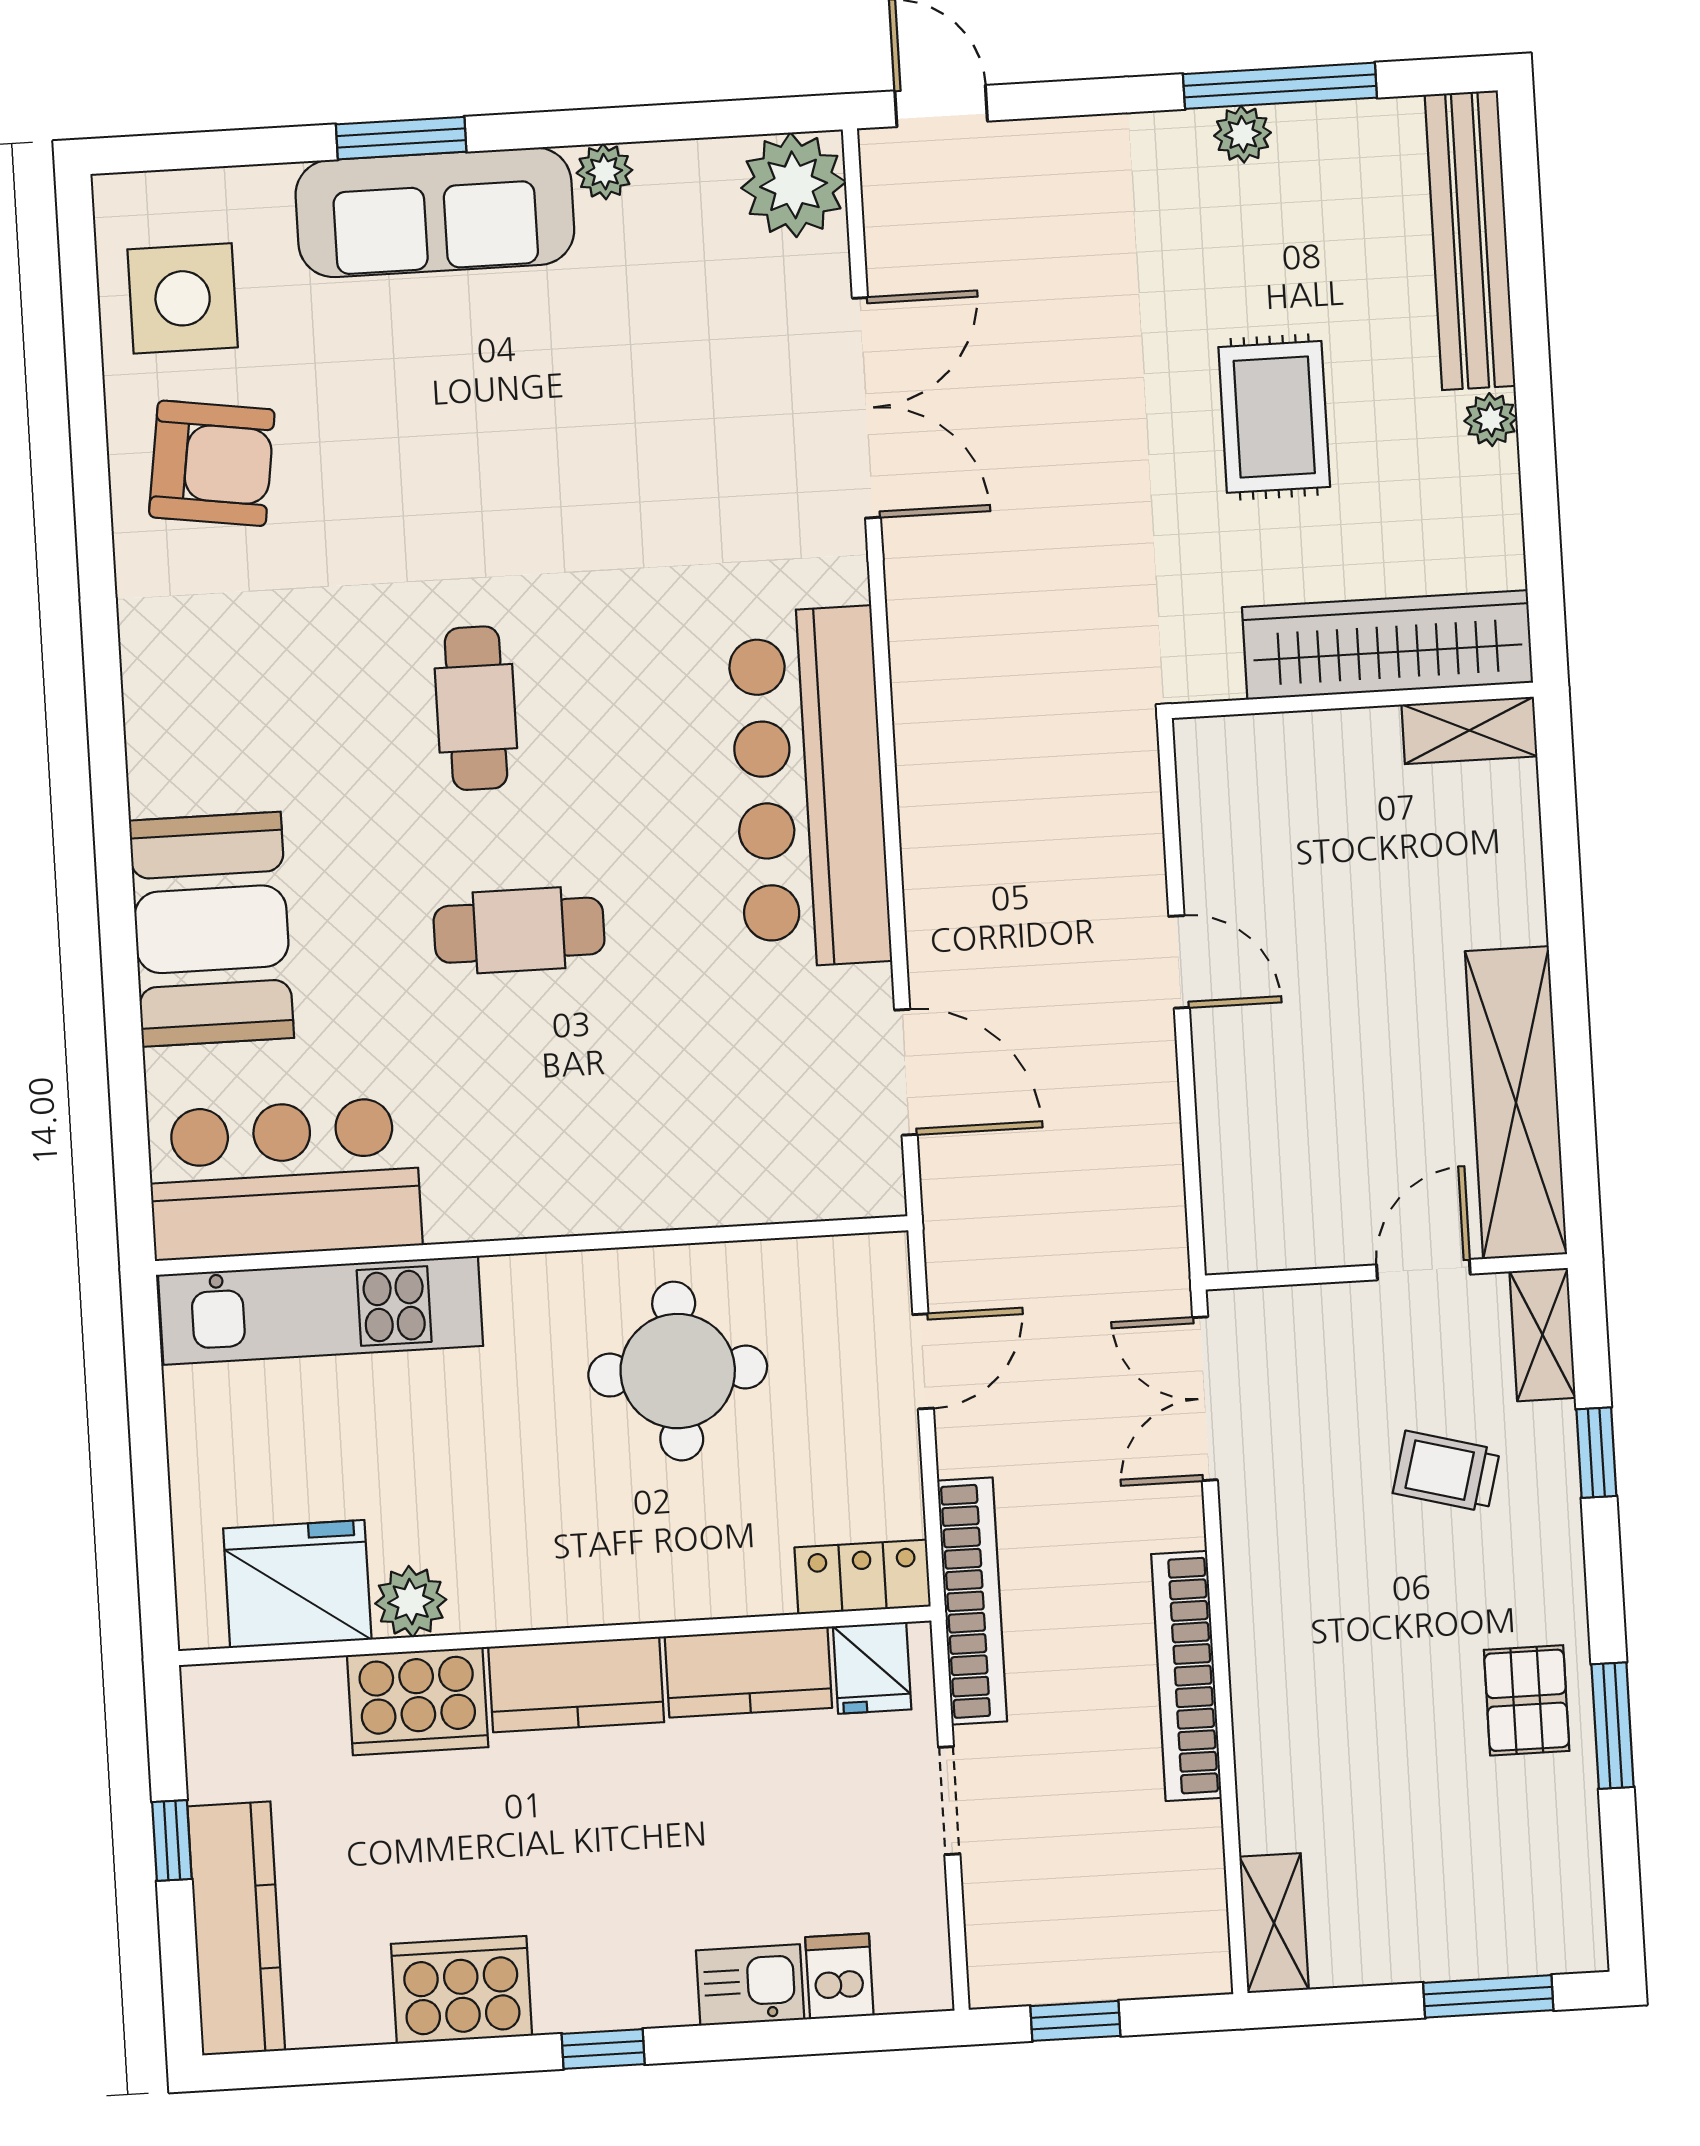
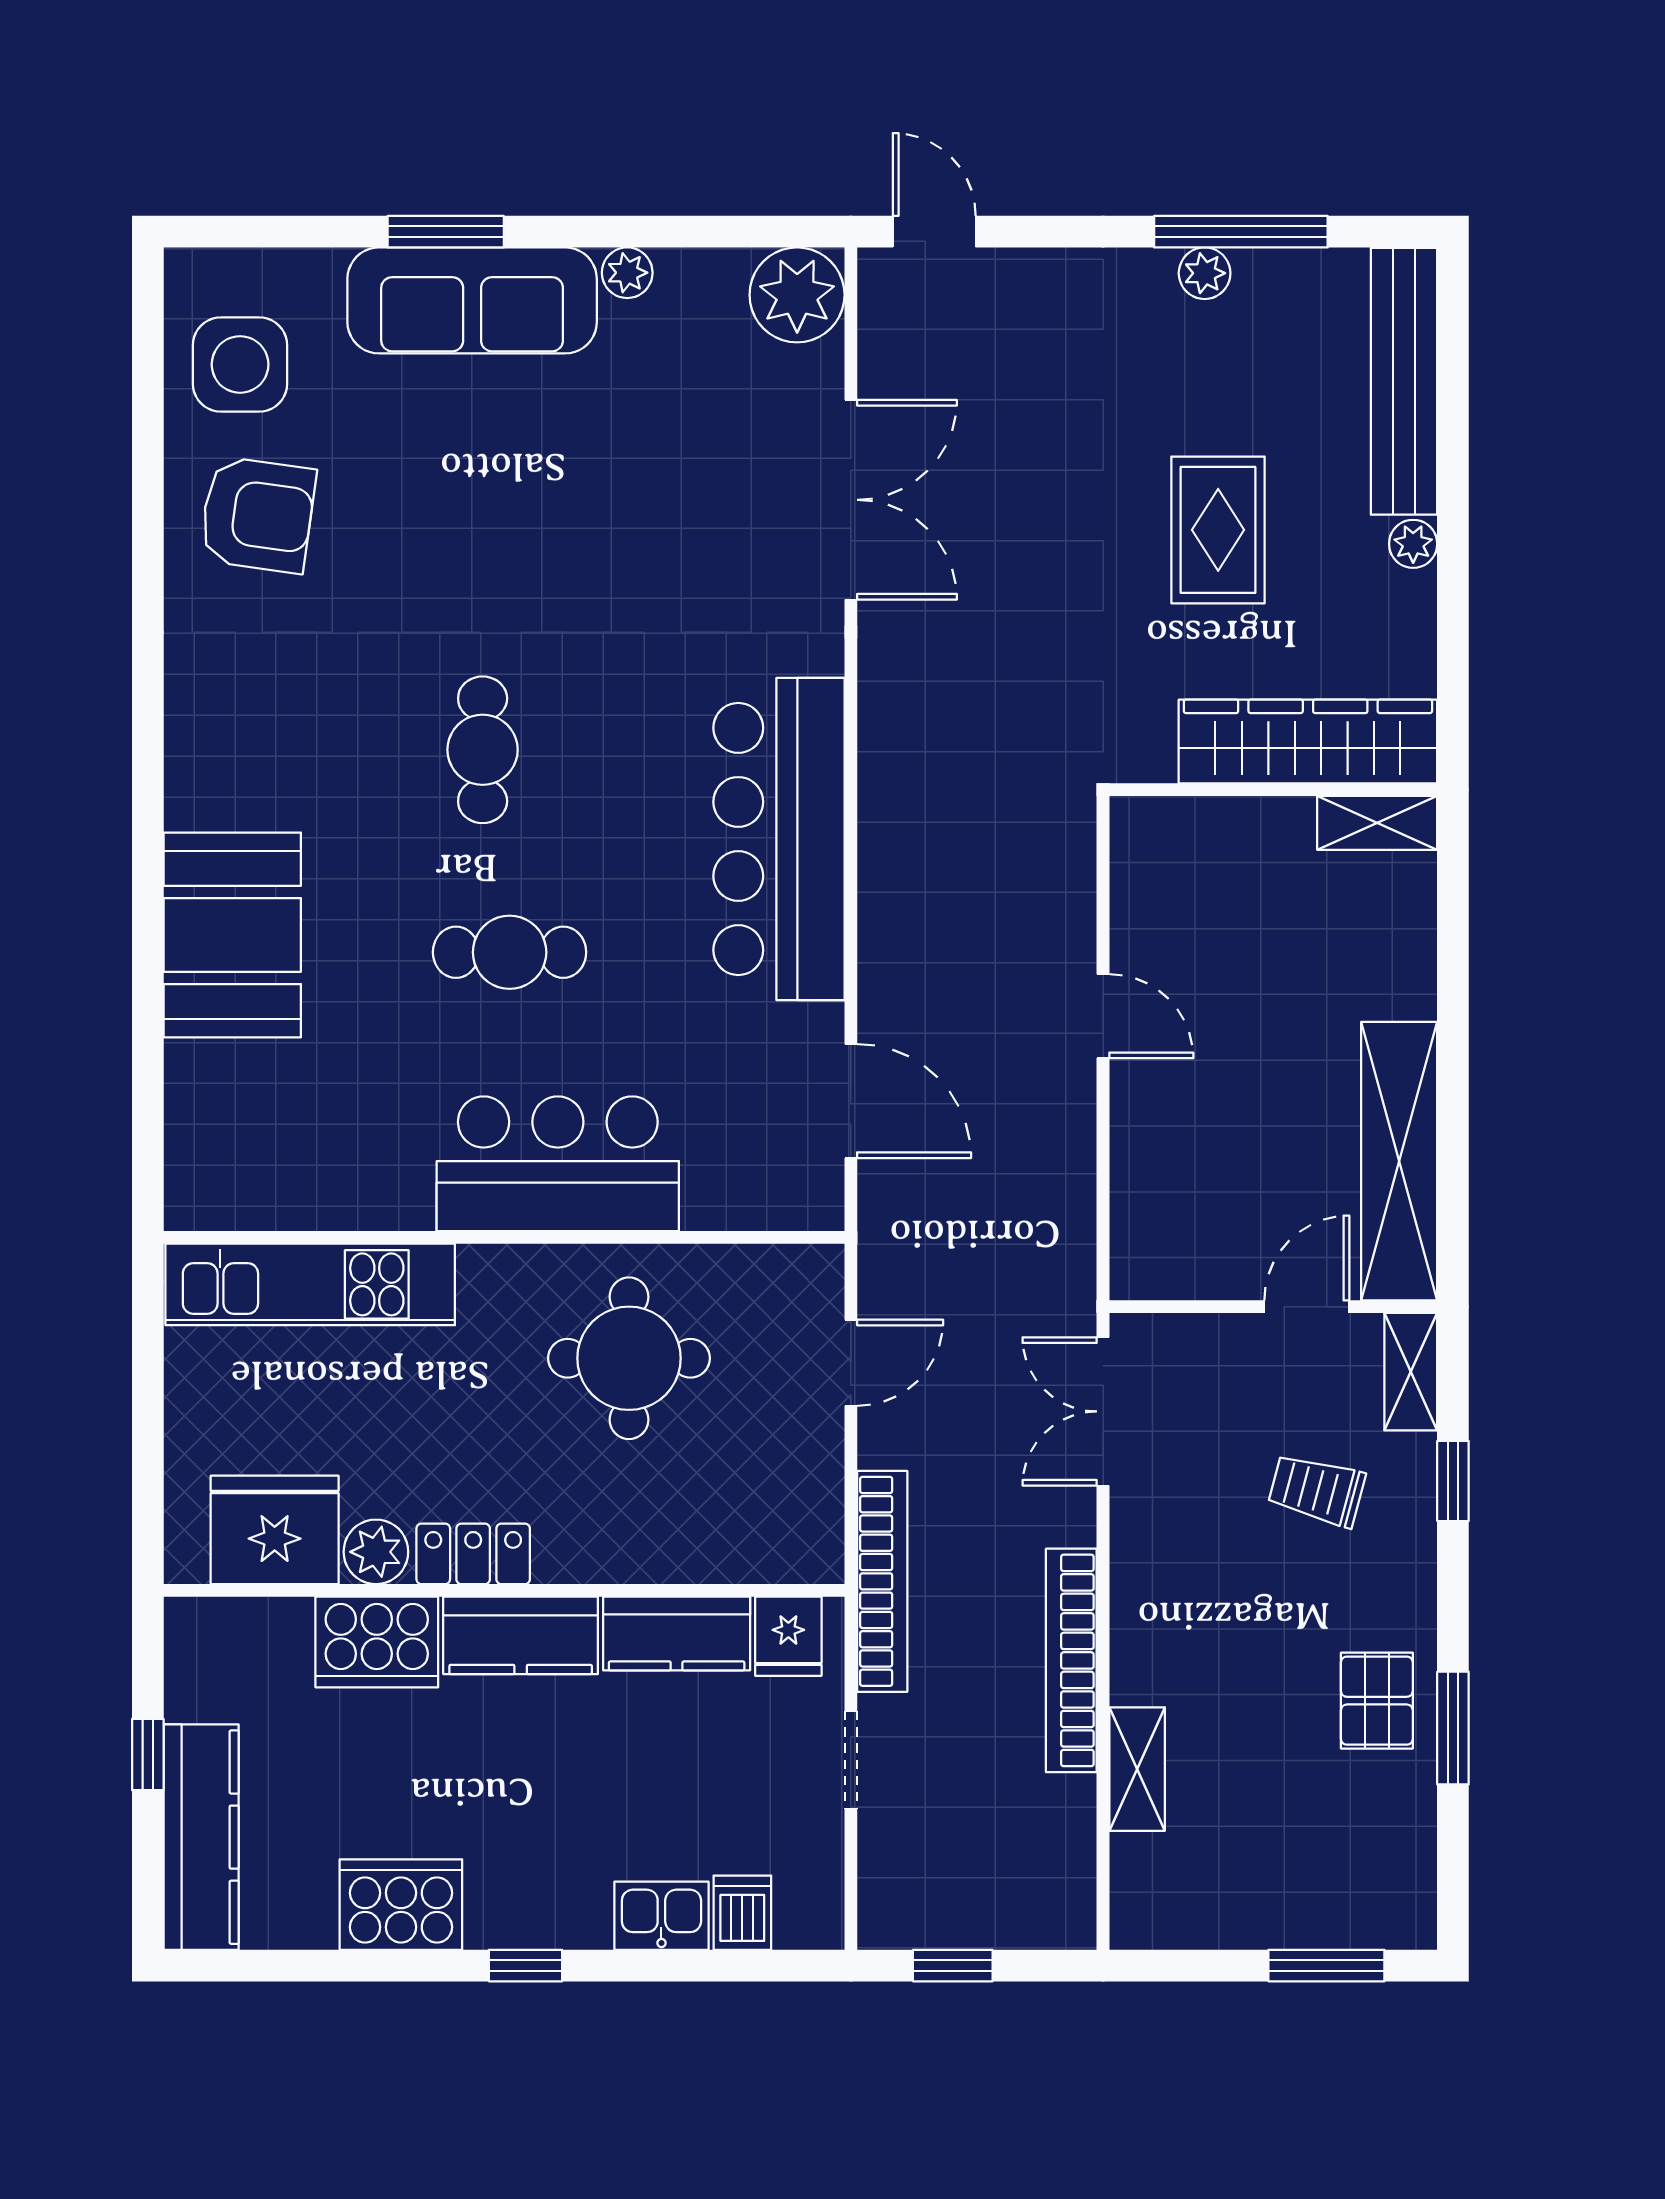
bar counter: (284, 1179) -> (558, 1164), moved
locker: (863, 1577) -> (473, 1554), moved
shelving: (1274, 1923) -> (1137, 1769), moved

